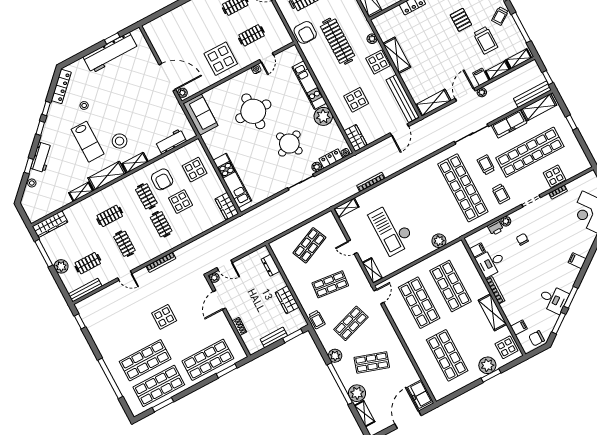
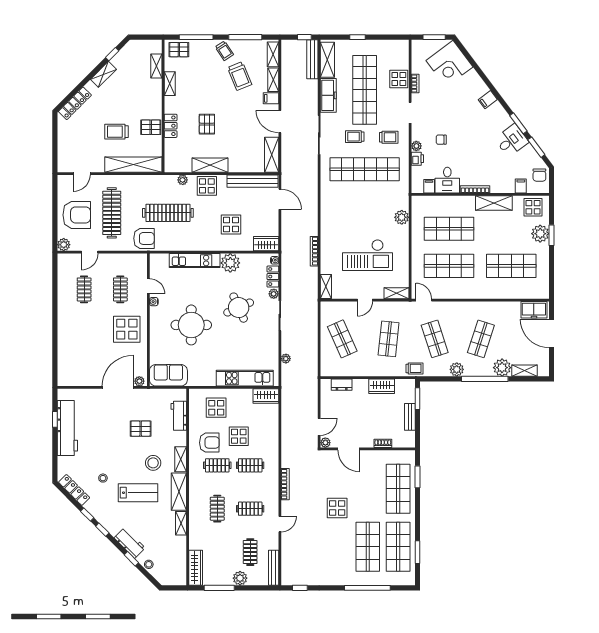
pallet: (461, 20) -> (207, 124), moved, turned 90
trolley: (486, 40) -> (240, 76), turned 68
plant: (482, 92) -> (286, 359), moved
pallet: (143, 115) -> (141, 429), added

